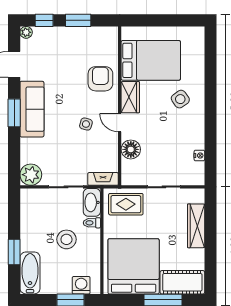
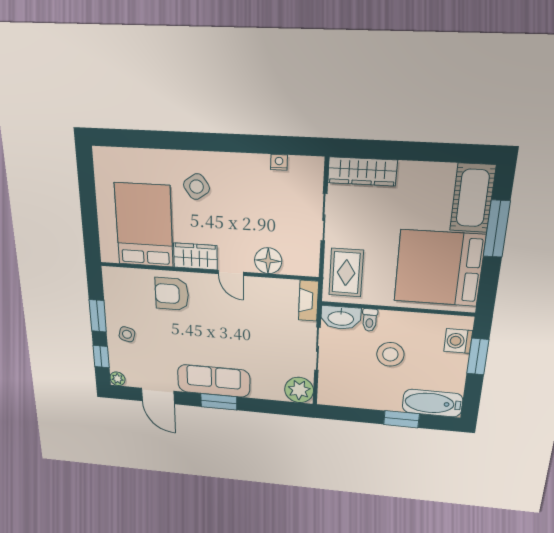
door: (120, 123) -> (231, 273), hinge flipped
side table: (86, 124) -> (127, 334), moved
wardrobe: (196, 226) -> (362, 171), moved

